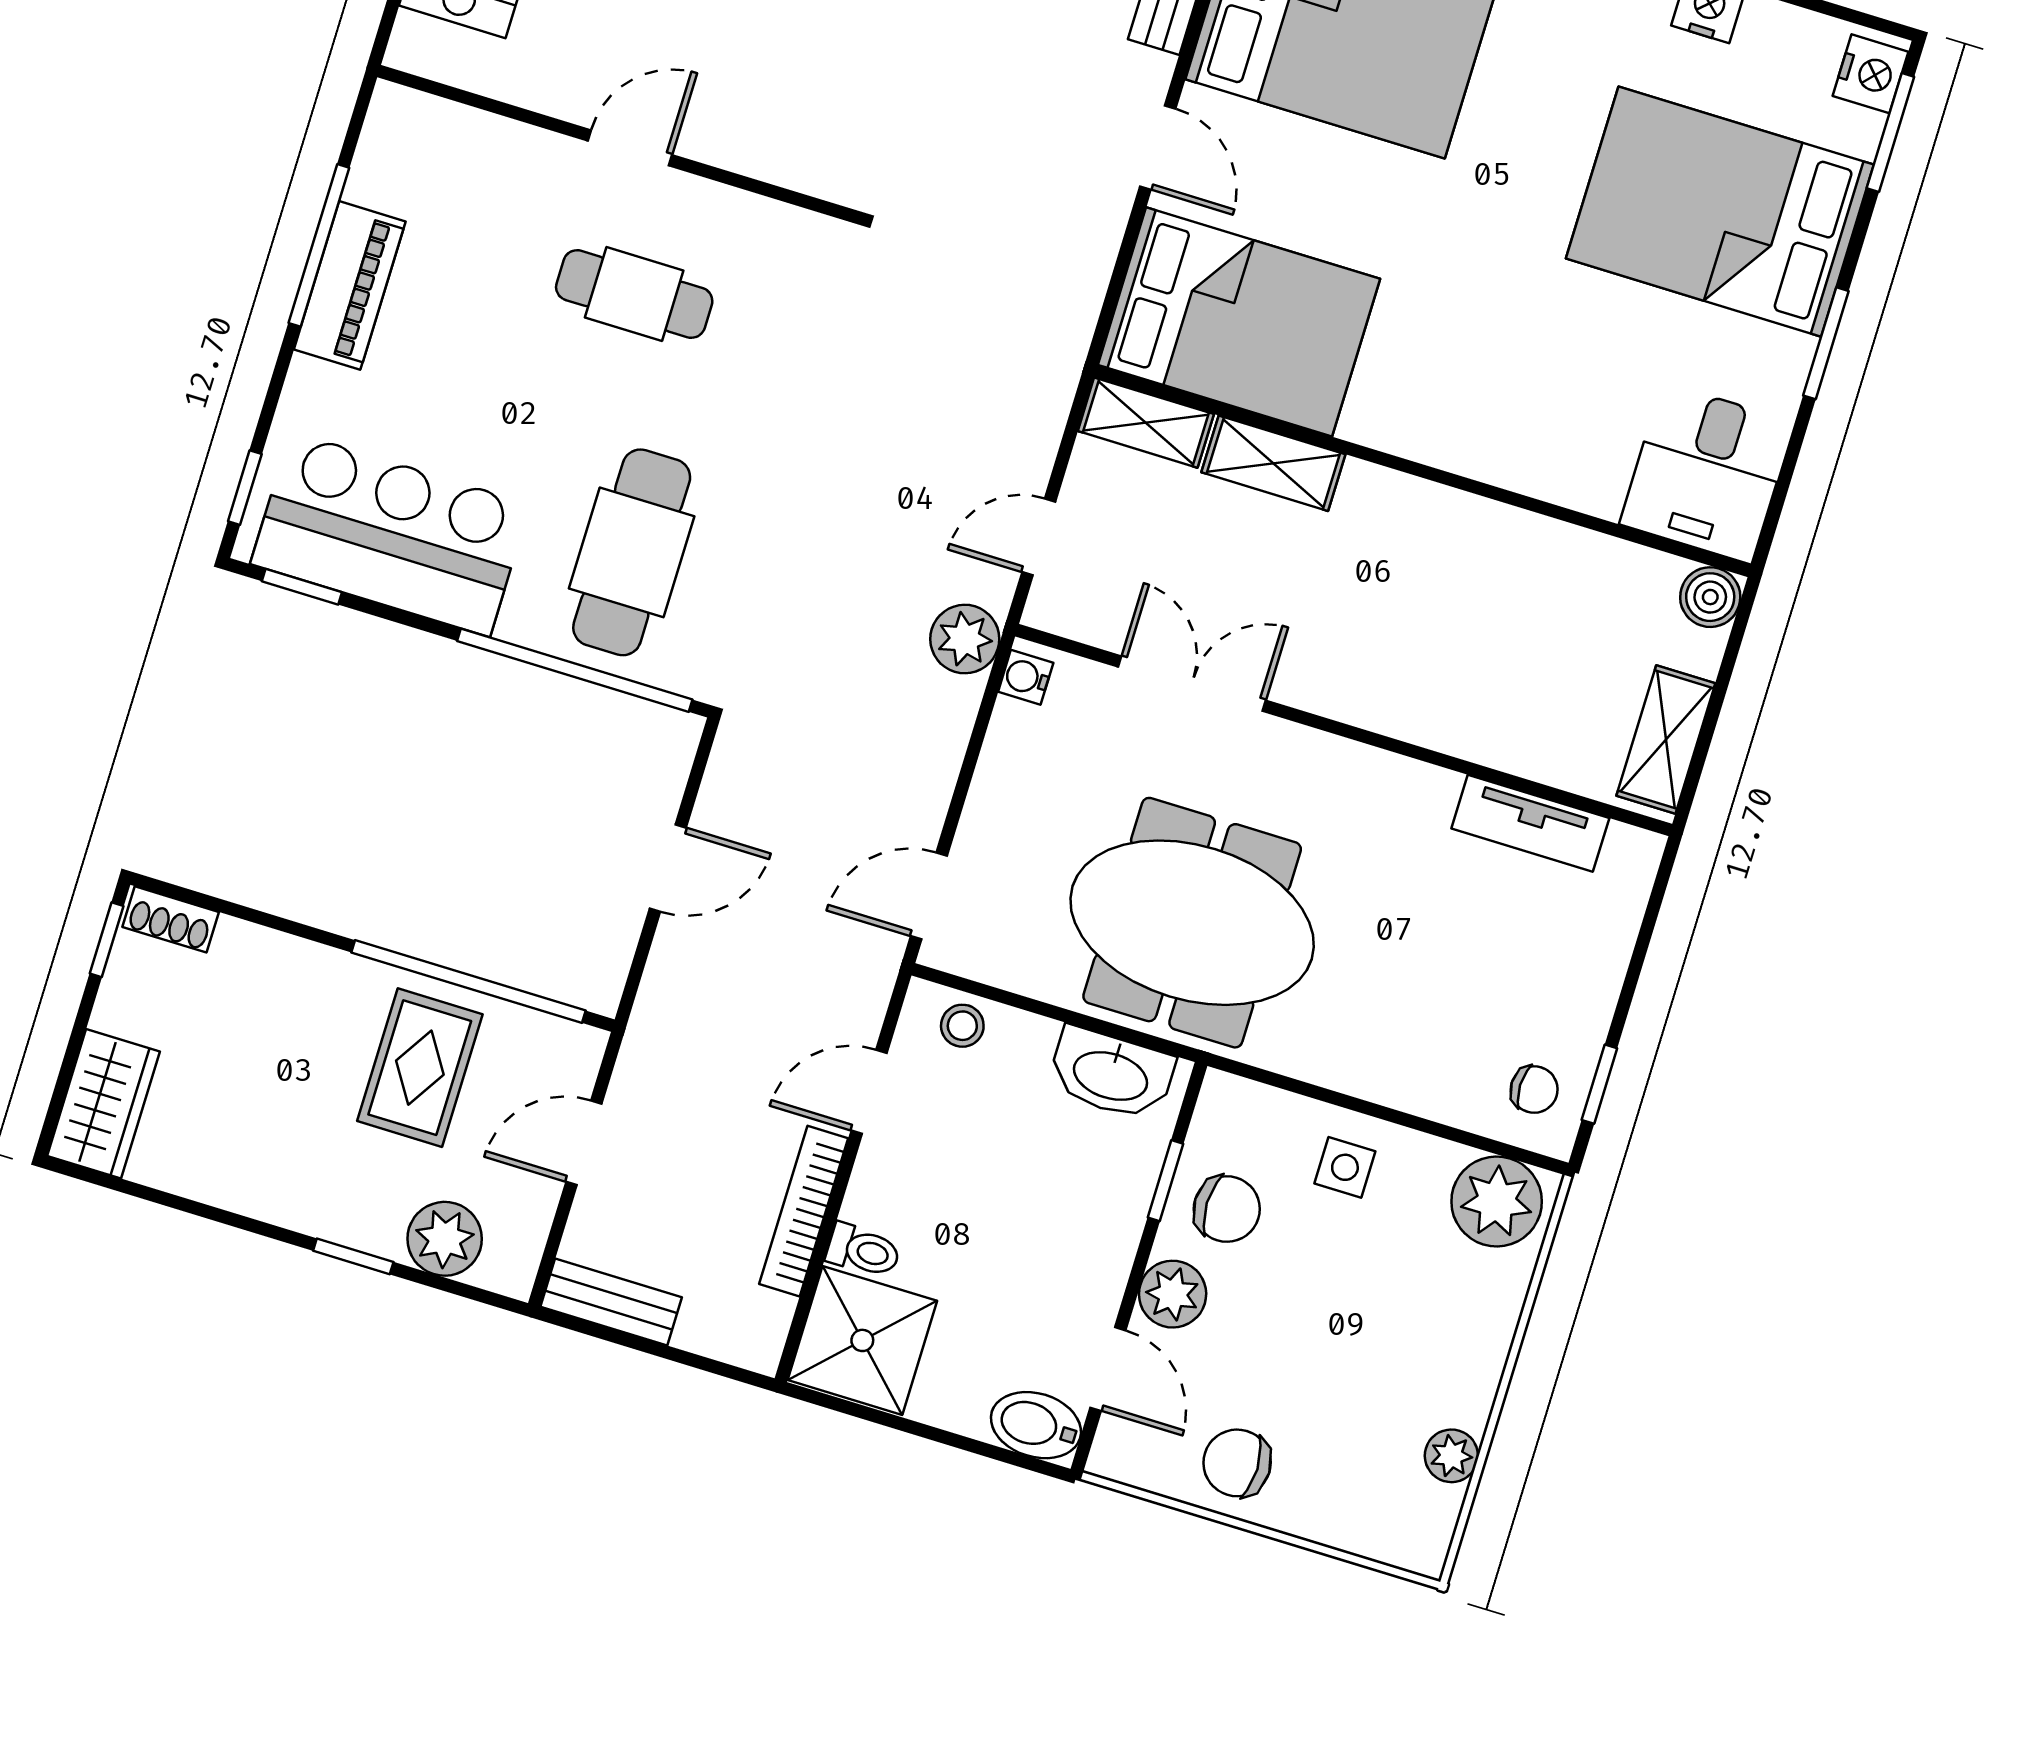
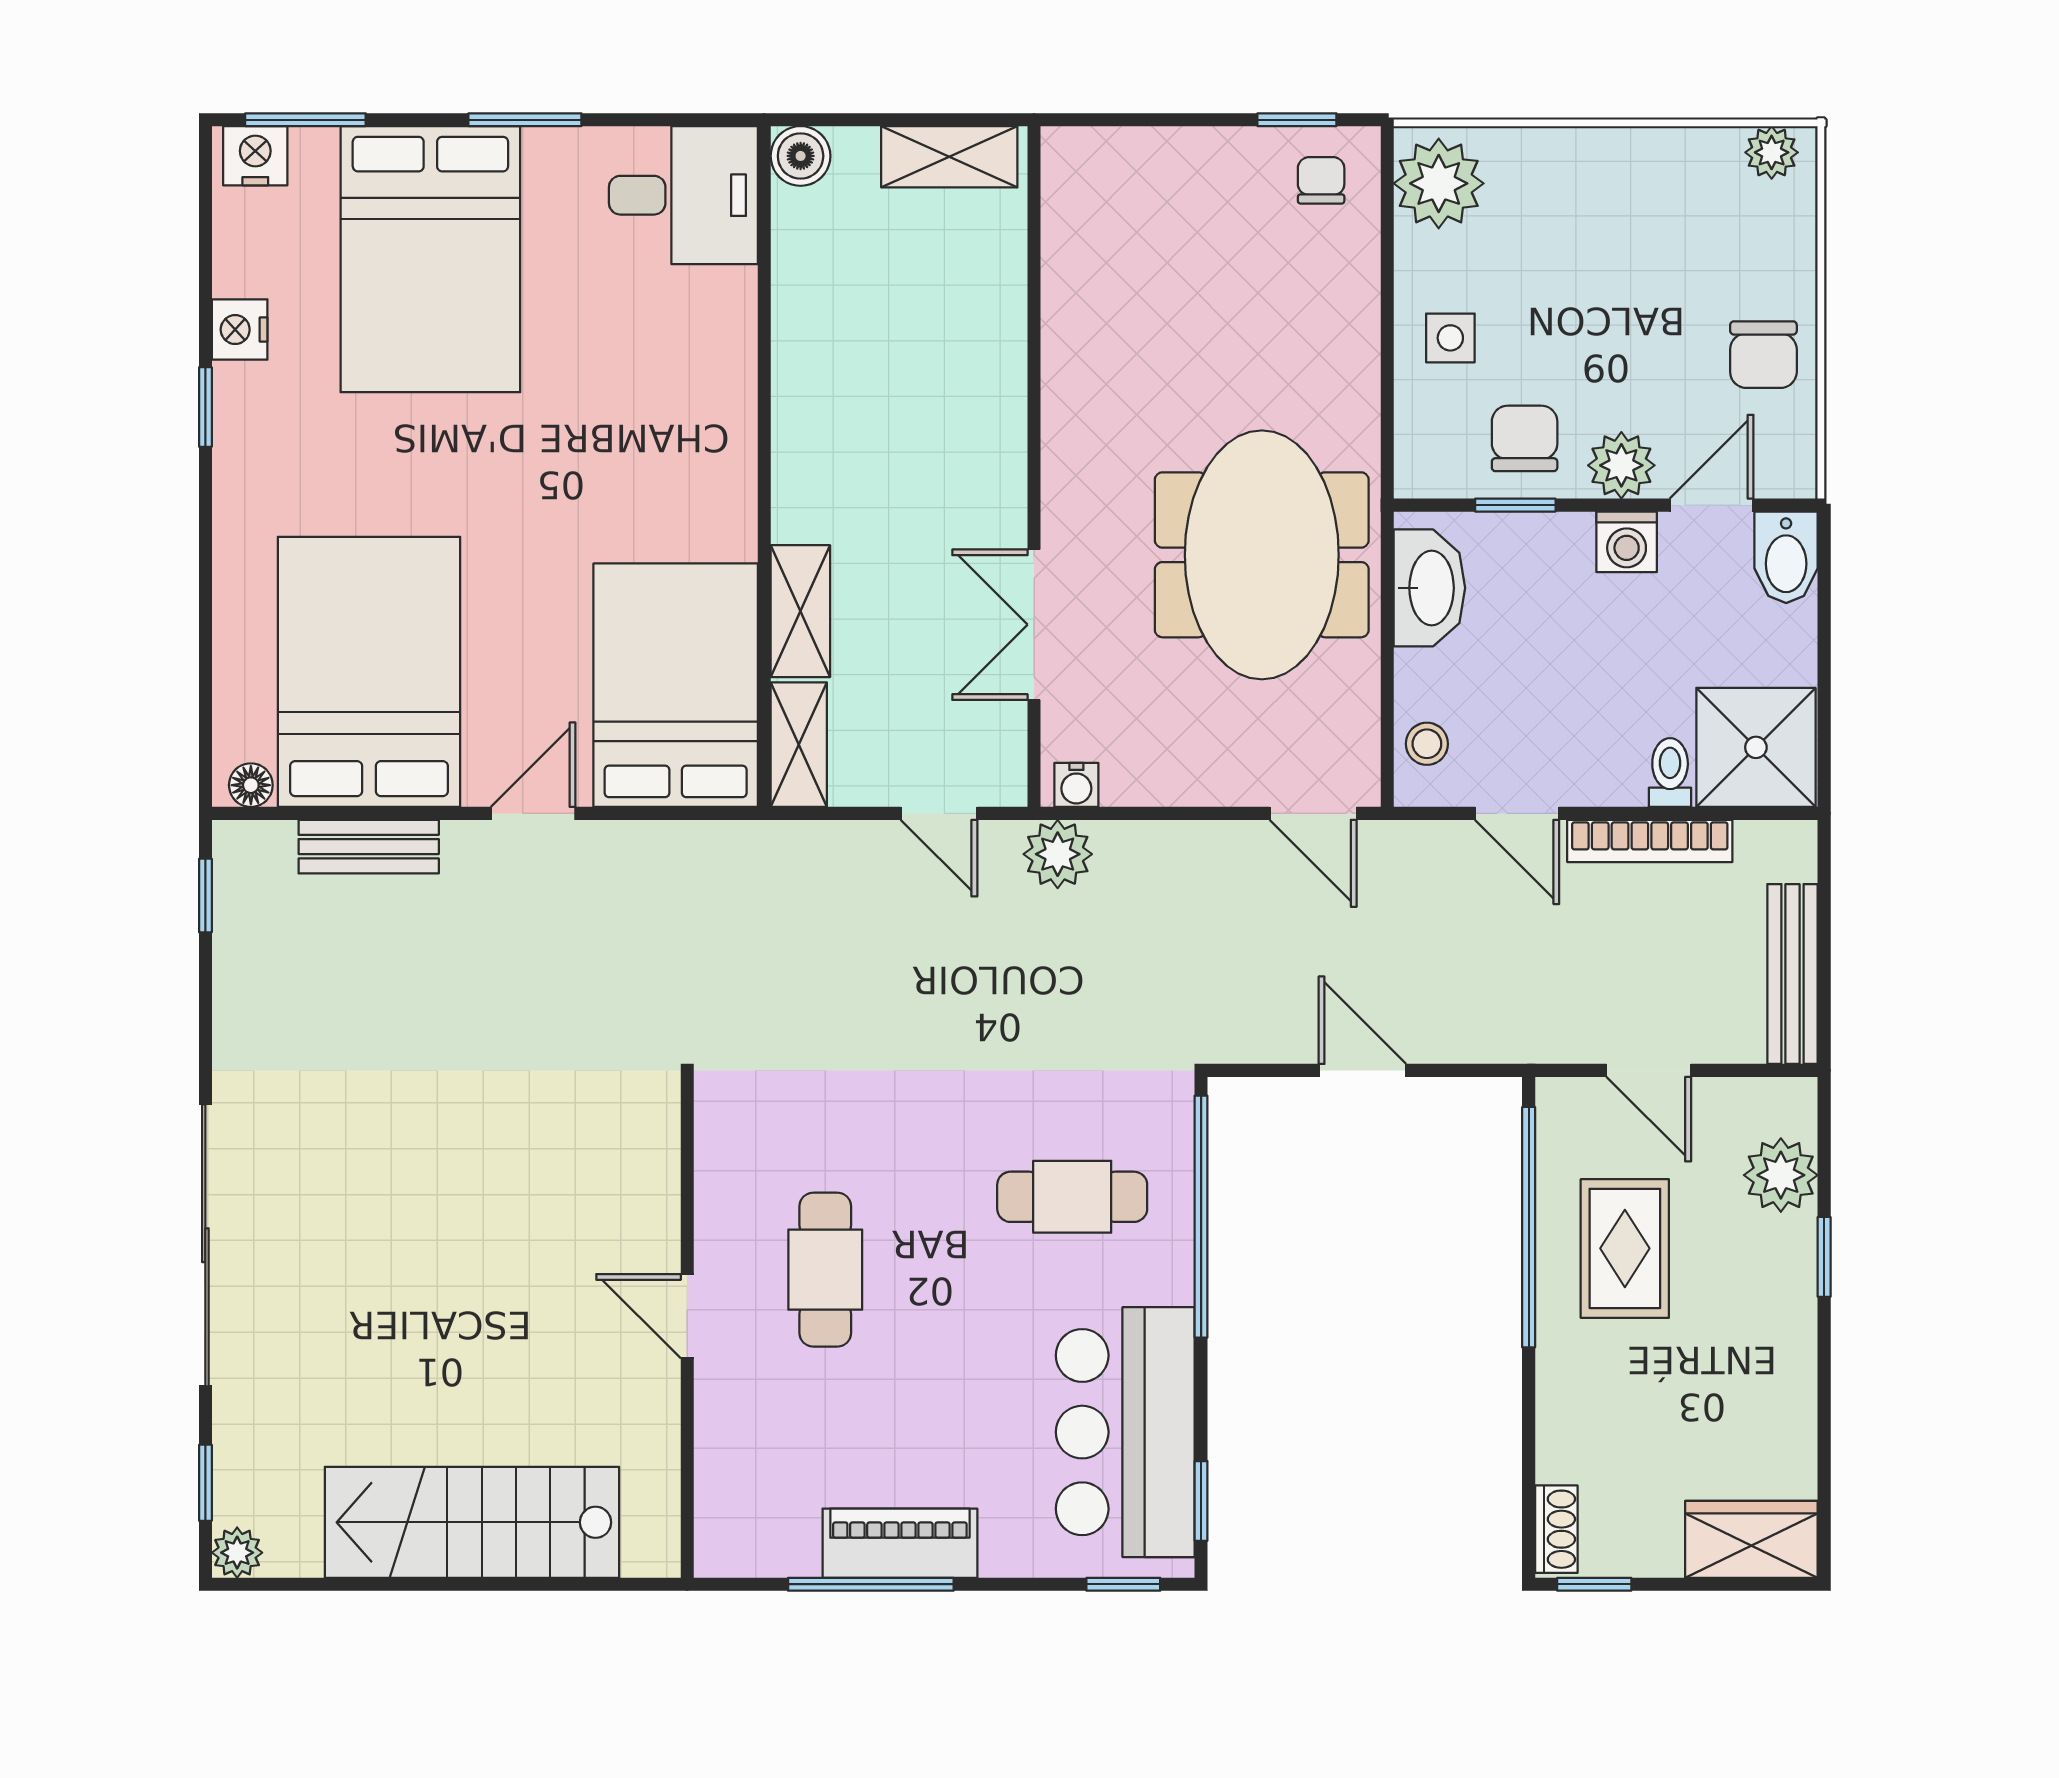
cafe table: (632, 552) -> (1072, 1197), width x0.73, depth x0.74
tv unit: (1530, 823) -> (1069, 262), removed
rug: (420, 1068) -> (1625, 1248), turned 90
washing machine: (1098, 1277) -> (1627, 542), added
bench: (611, 1302) -> (1792, 974), width x1.36
plant: (1451, 1456) -> (1772, 152), moved

